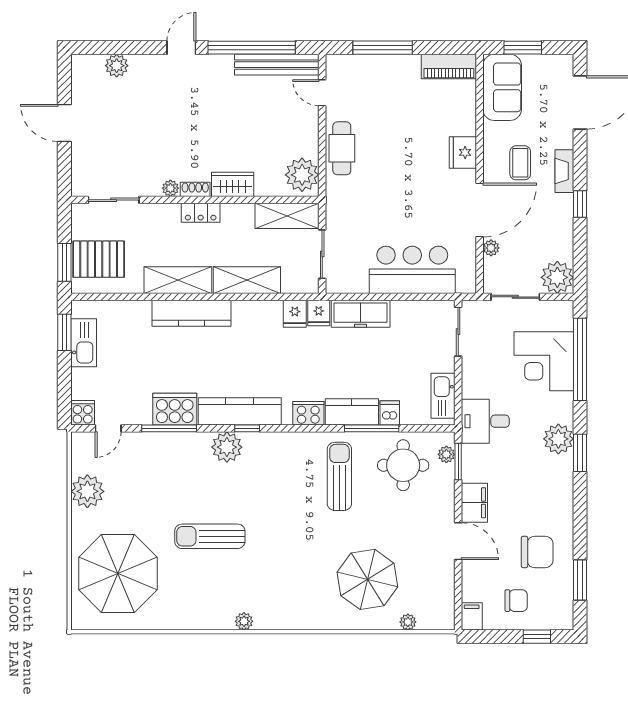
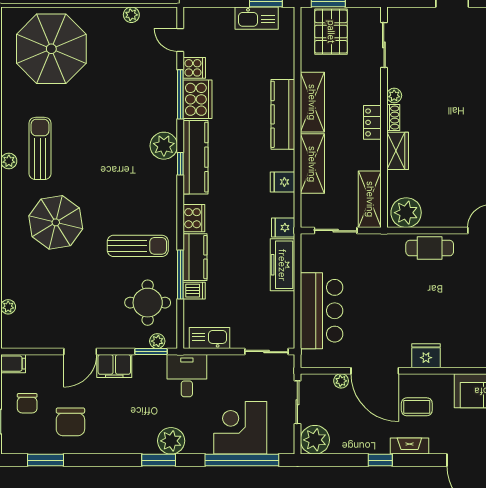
fridge: (295, 314) -> (283, 182), moved
cooker: (83, 413) -> (194, 68), moved
plant: (87, 491) -> (131, 15), width x0.53, depth x0.53
sun lounger: (210, 536) -> (40, 148), moved
parasol: (367, 579) -> (56, 222), moved

